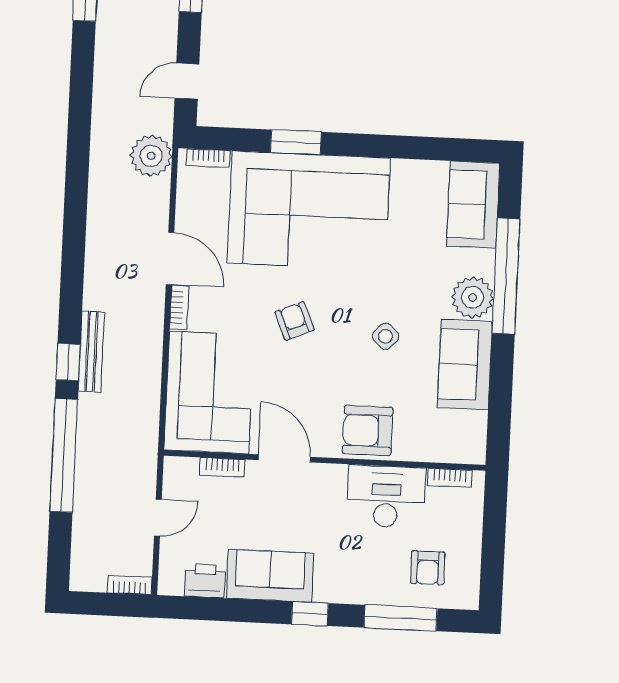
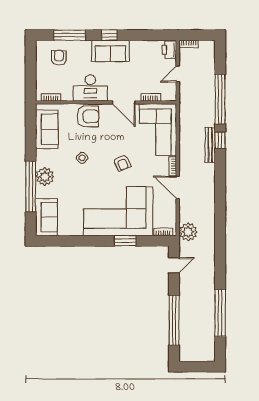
sofa: (465, 365) -> (47, 129), moved
desk: (386, 496) -> (90, 88), moved
sofa: (270, 576) -> (110, 51), moved
printer: (205, 581) -> (169, 50), moved, turned 90

